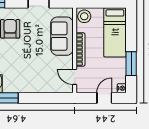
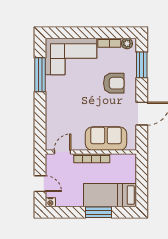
stool: (84, 16) -> (127, 162), removed
window: (131, 64) -> (98, 212), moved

